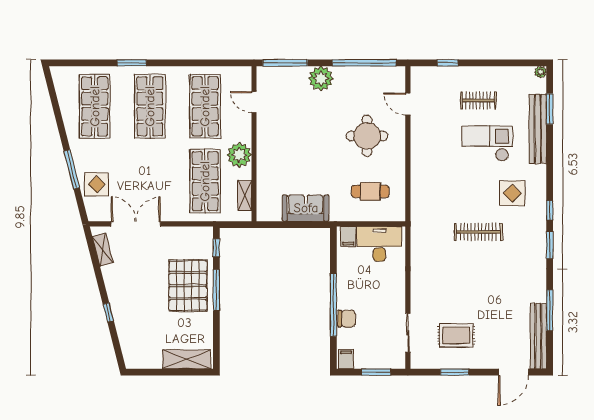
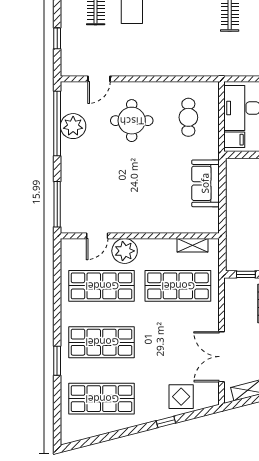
plant: (321, 78) -> (73, 126), moved
plant: (239, 155) -> (125, 251), moved
window: (72, 169) -> (166, 422), width x0.46

